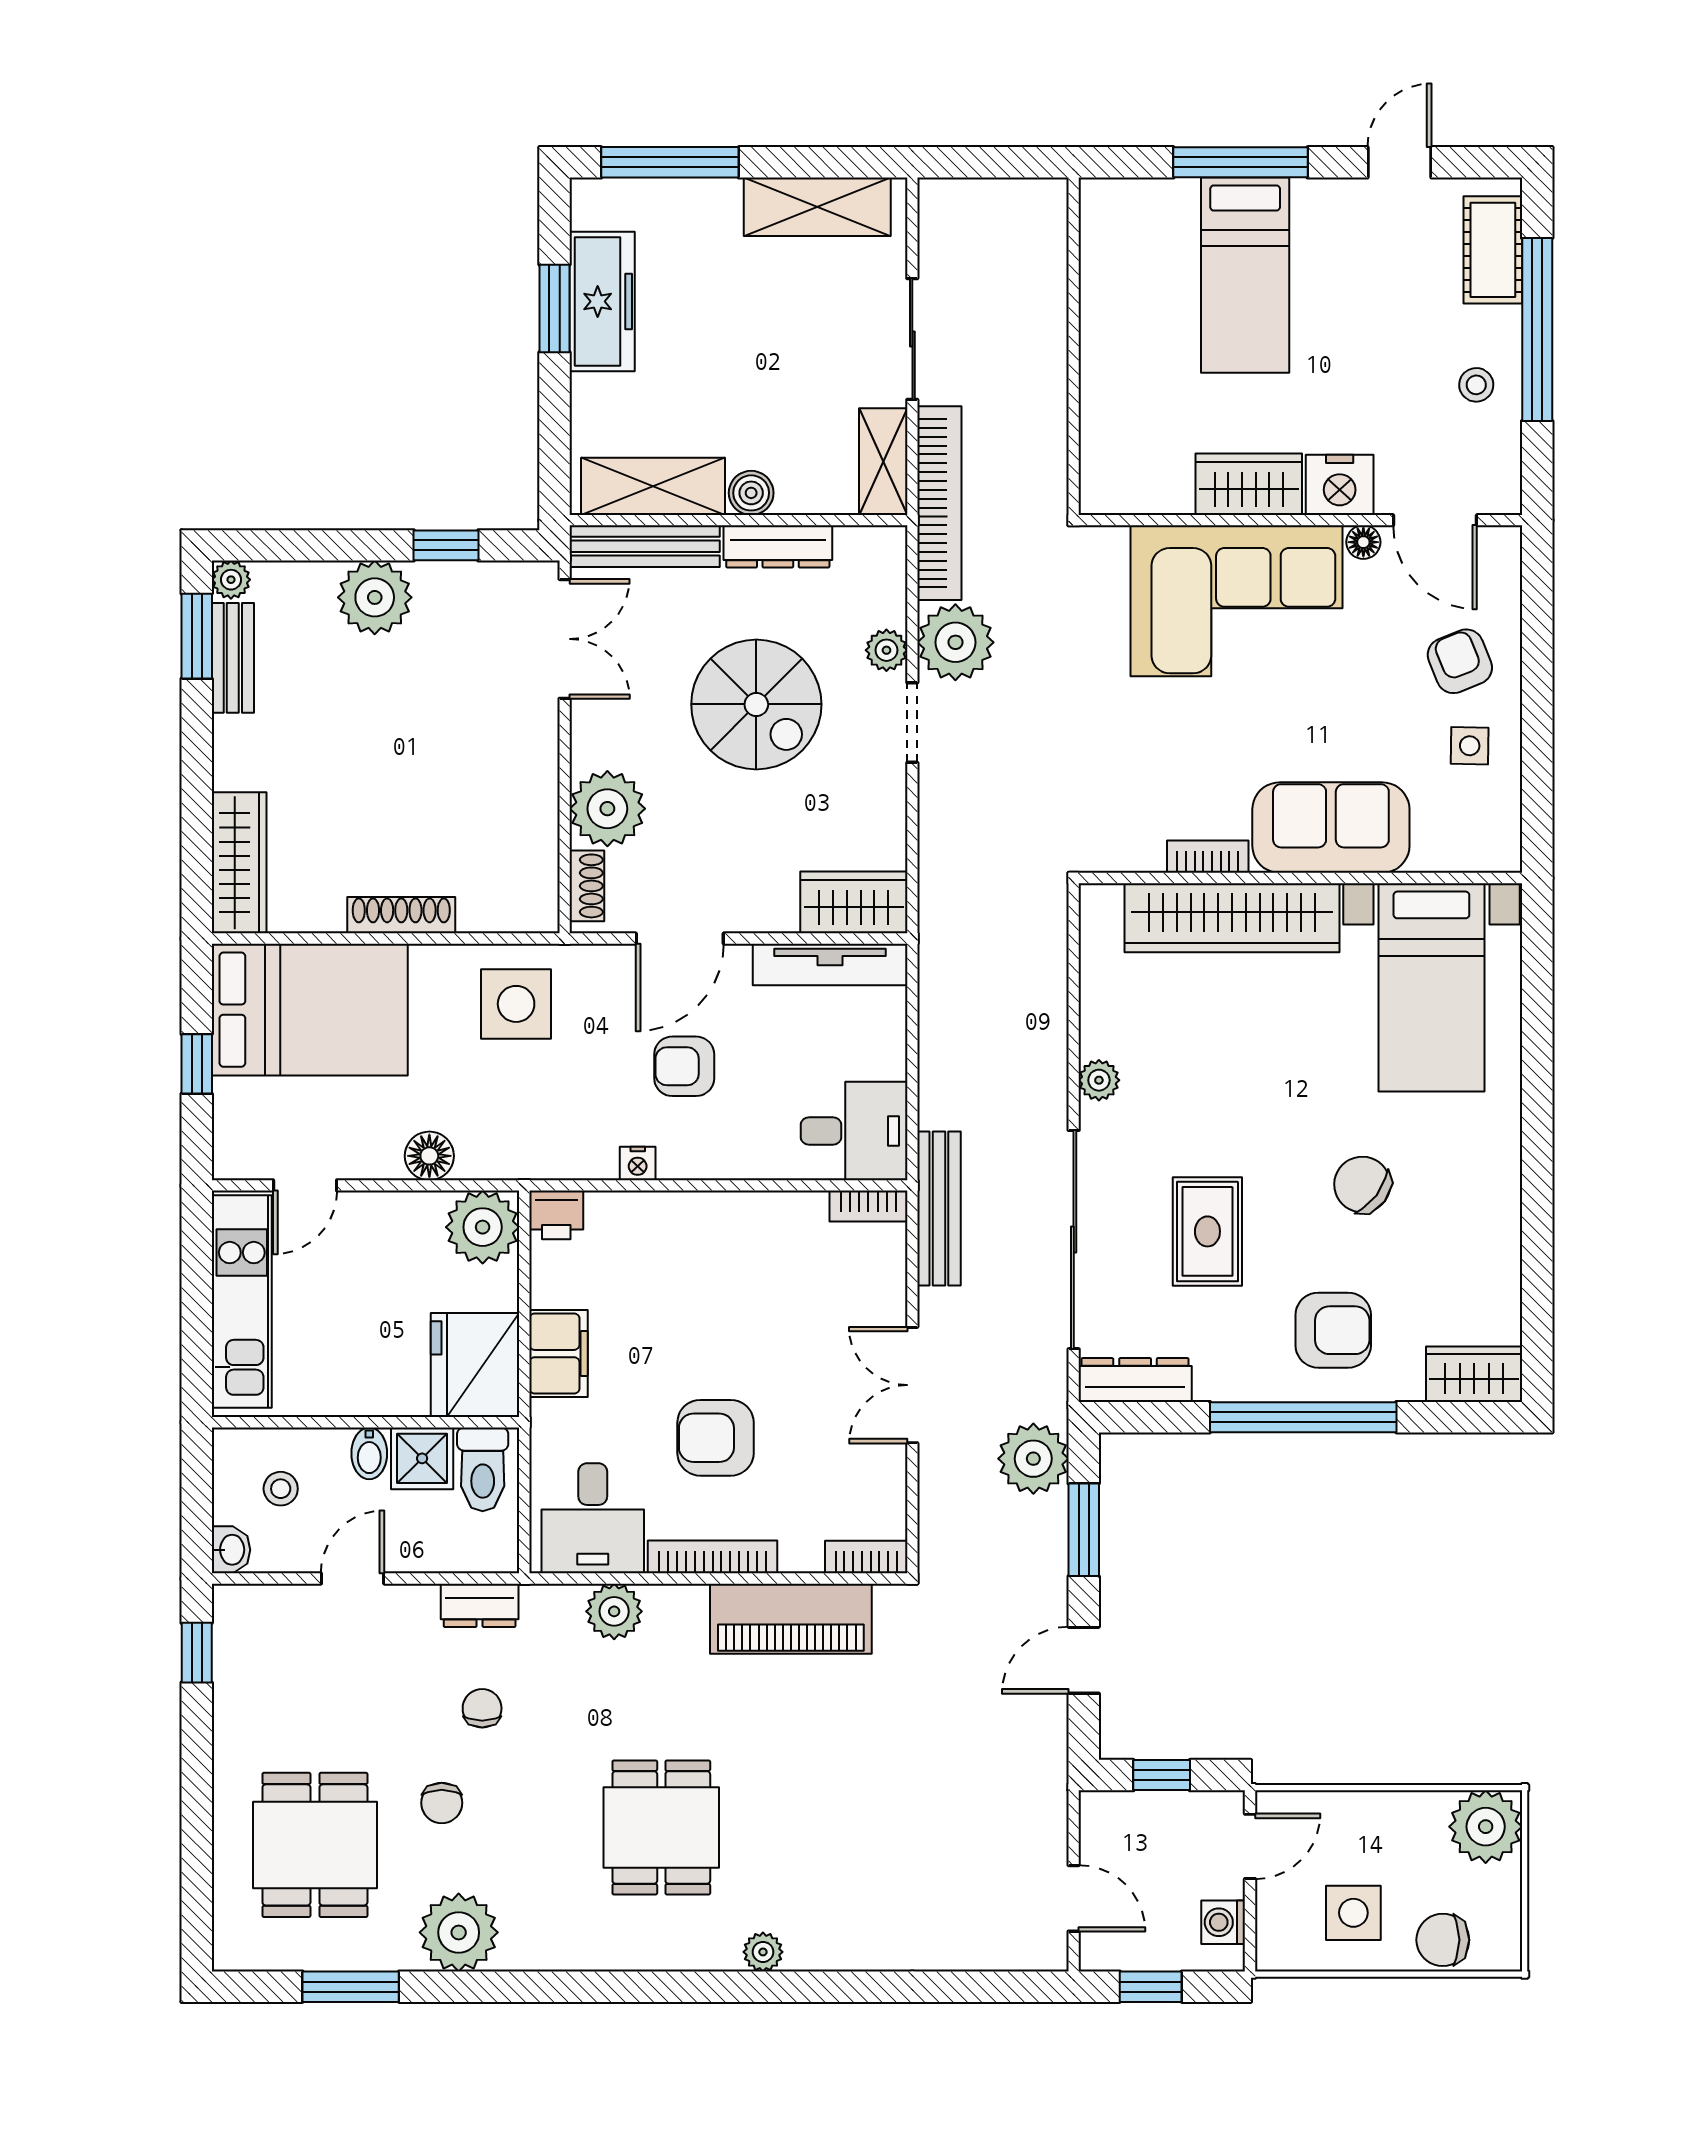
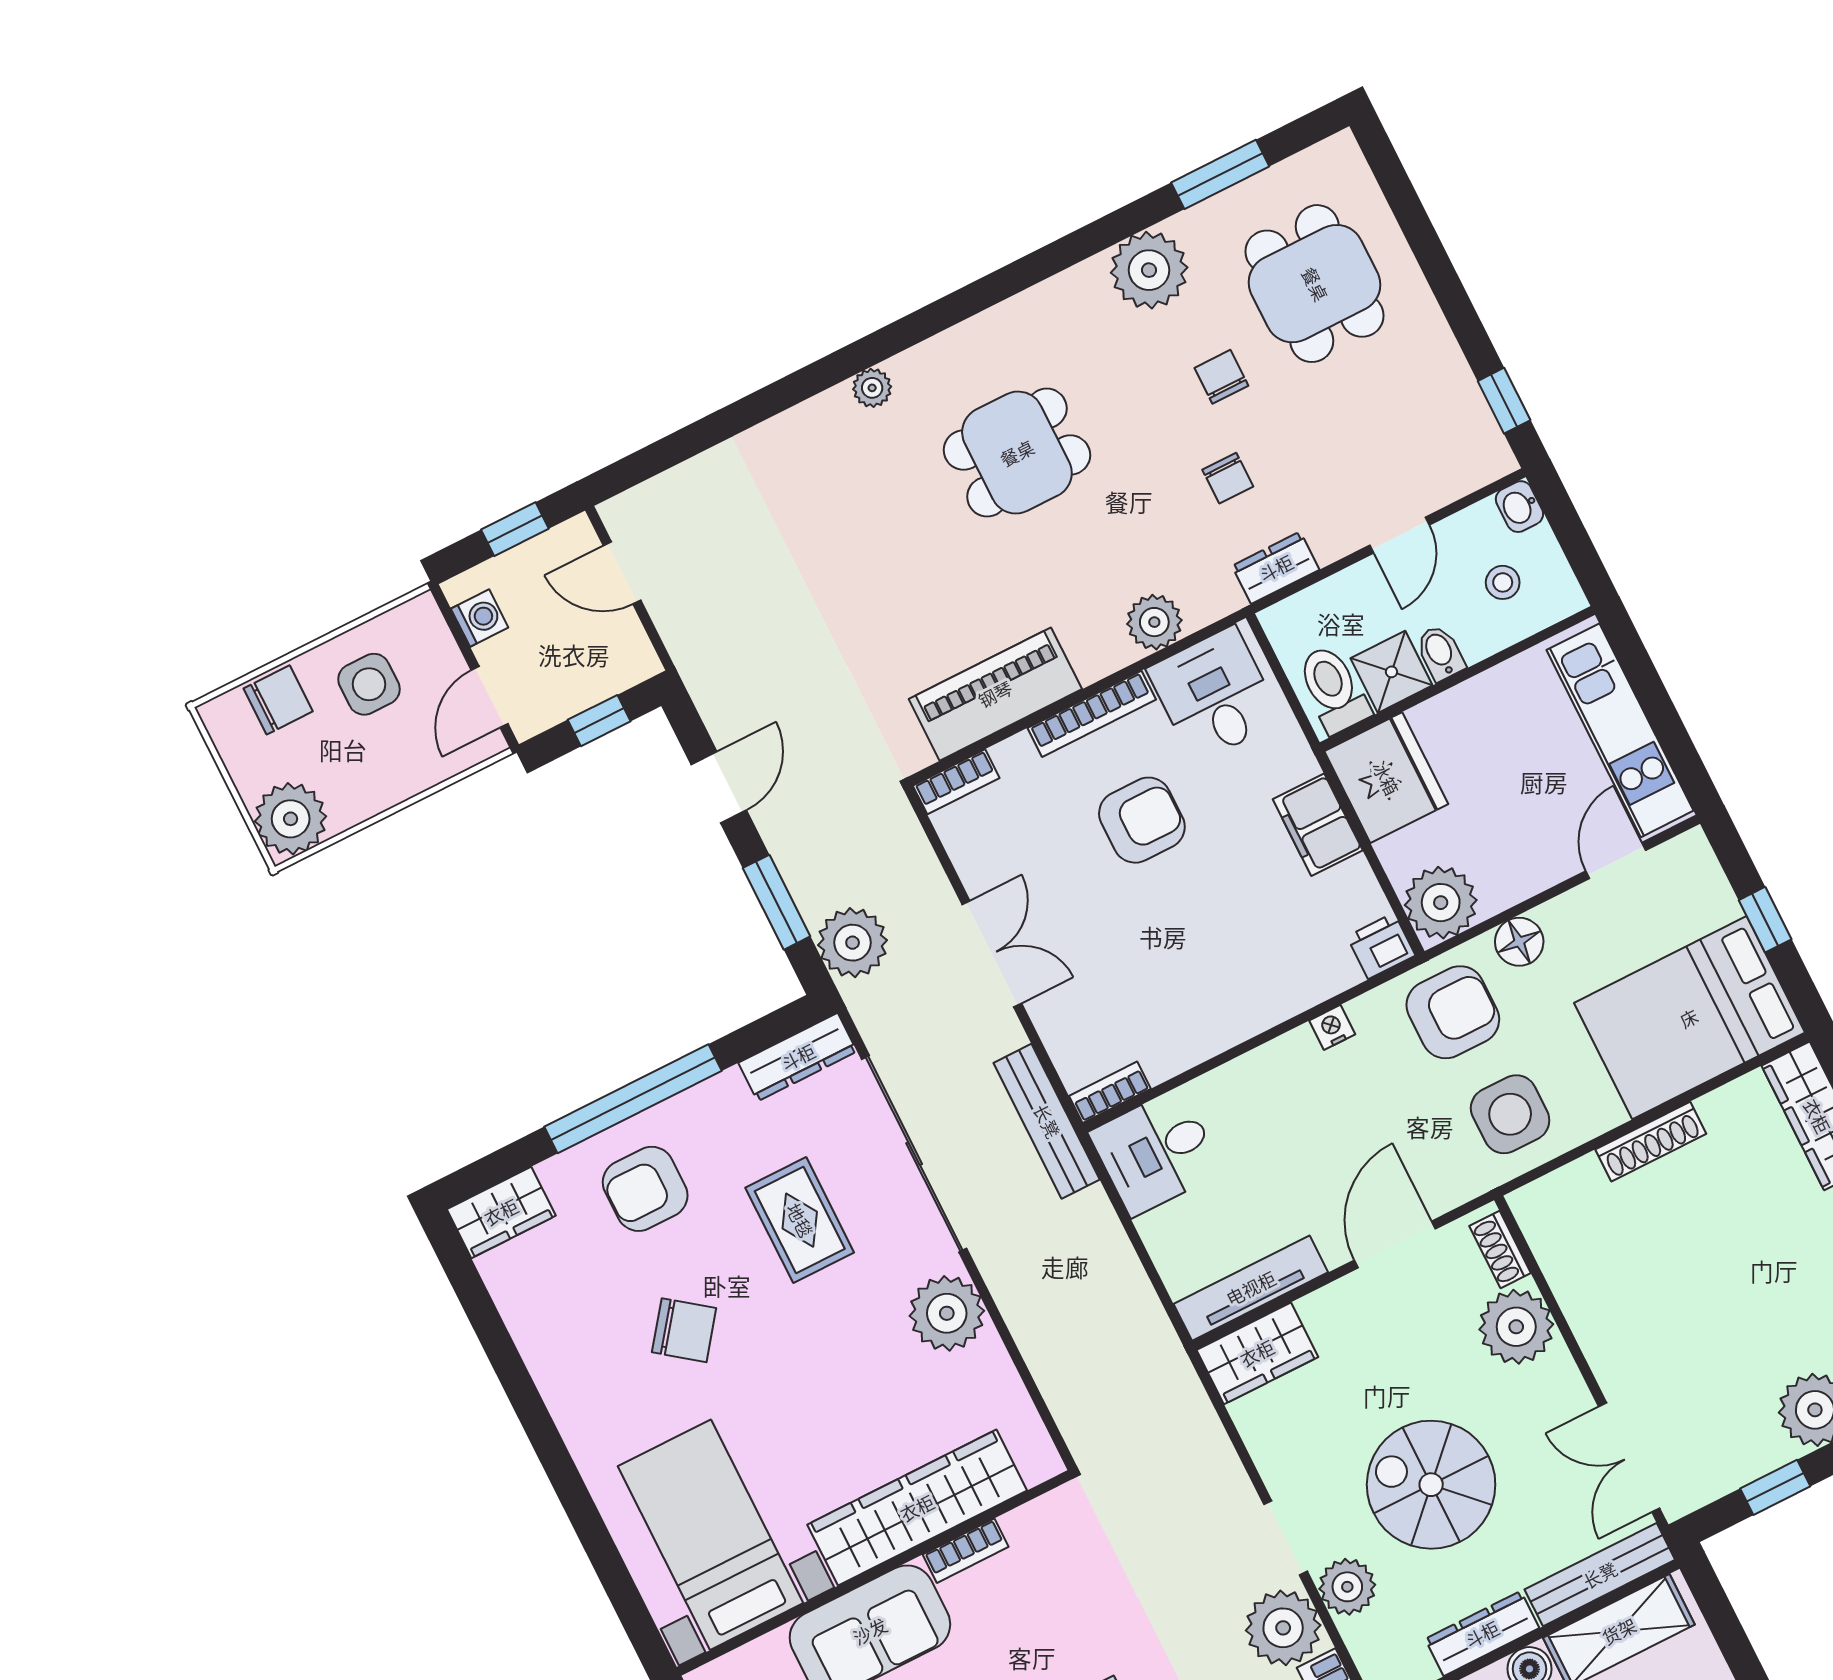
plant: (886, 650) -> (1347, 1587), width x1.38, depth x1.38
armchair: (684, 1066) -> (1453, 1012), moved, width x1.38, depth x1.38
plant: (1099, 1080) -> (947, 1313), width x1.87, depth x1.87
dining table: (661, 1827) -> (1017, 453), turned 90

